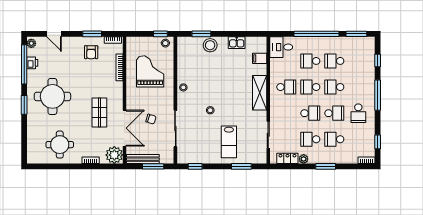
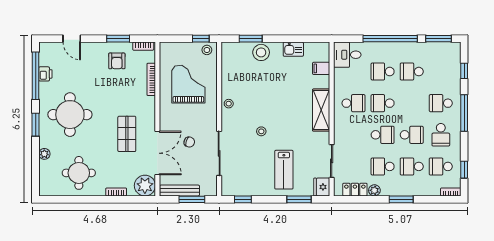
plant: (31, 43) -> (44, 154), moved
school desk: (334, 87) -> (441, 103), moved
school desk: (358, 139) -> (441, 166), added
fridge: (260, 156) -> (322, 187), added

